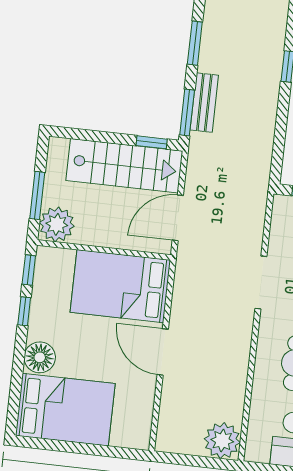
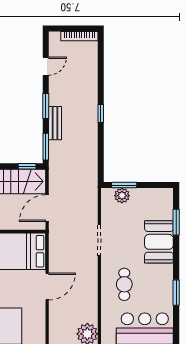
bench: (204, 103) -> (55, 123), moved
door: (163, 352) -> (47, 287), swing flipped

